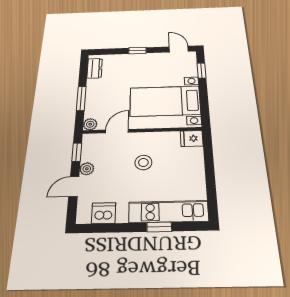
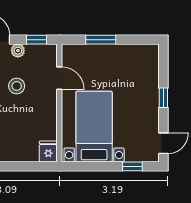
dresser: (95, 68) -> (140, 51), removed
plant: (90, 124) -> (68, 51), removed
stool: (143, 162) -> (17, 86), moved

